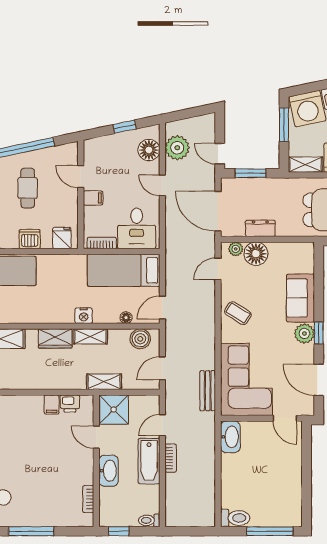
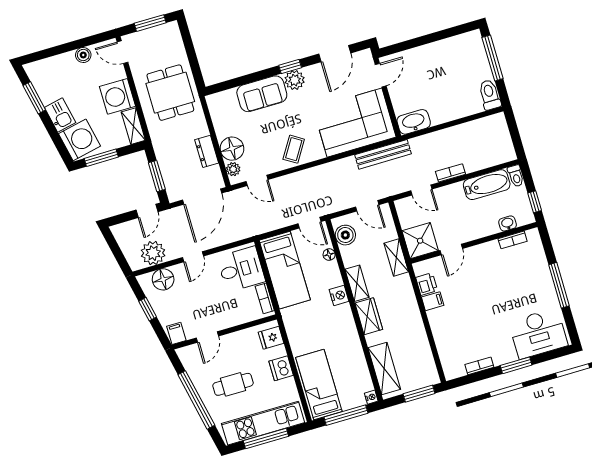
filing cabinet: (93, 198) -> (176, 333), moved
bench: (208, 391) -> (383, 154), width x1.36
bathtub: (149, 461) -> (487, 185), moved
washbasin: (109, 471) -> (508, 223), moved, width x0.52, depth x0.69

